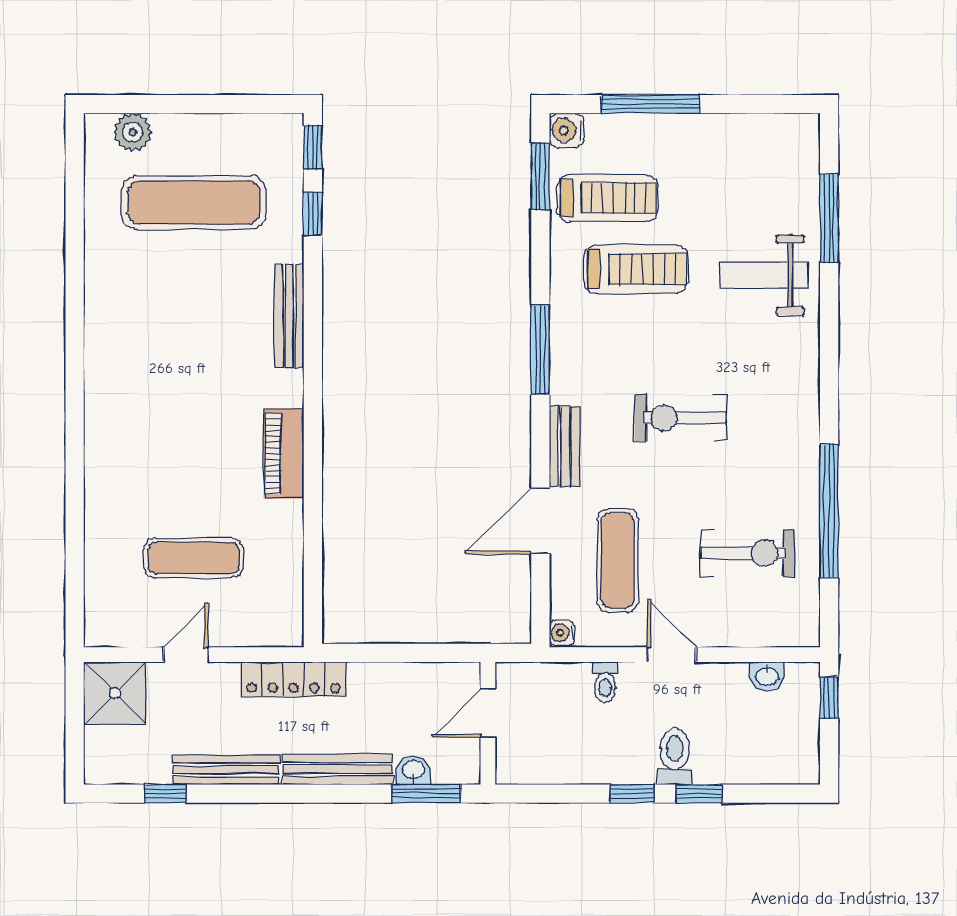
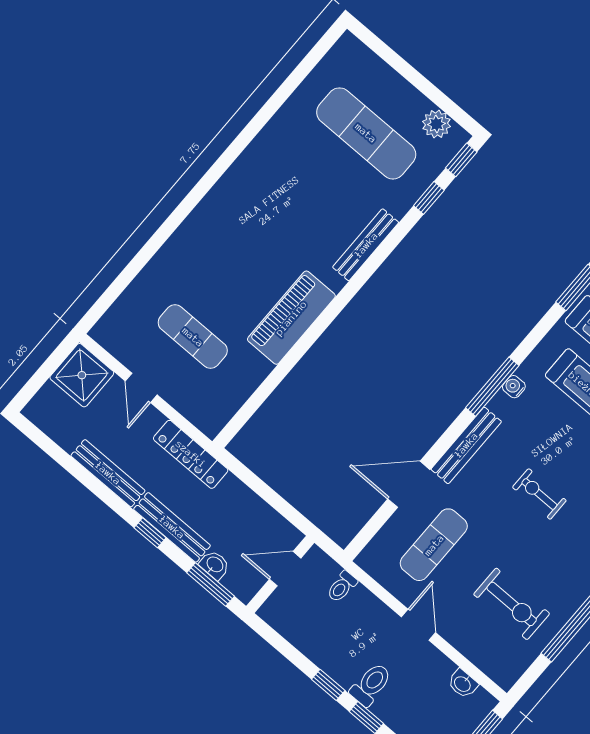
plant: (133, 132) -> (436, 124), moved
exercise bike: (681, 418) -> (539, 494), width x0.73, depth x0.72
bench: (565, 446) -> (466, 445), width x1.36
piano: (284, 454) -> (291, 318), width x1.37, depth x1.33
water cooler: (562, 633) -> (514, 387), moved
door: (186, 655) -> (141, 388), swing flipped
toilet: (605, 682) -> (342, 587), moved
window: (165, 794) -> (150, 533), moved

